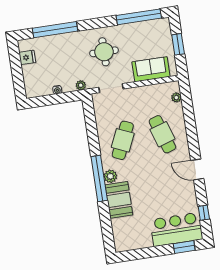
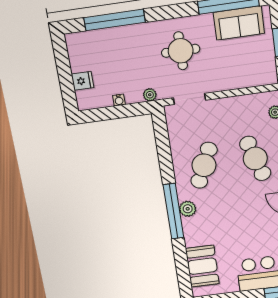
fridge: (27, 57) -> (83, 81), moved
sofa: (151, 69) -> (239, 23), moved, turned 180
booth: (119, 200) -> (202, 266), moved

